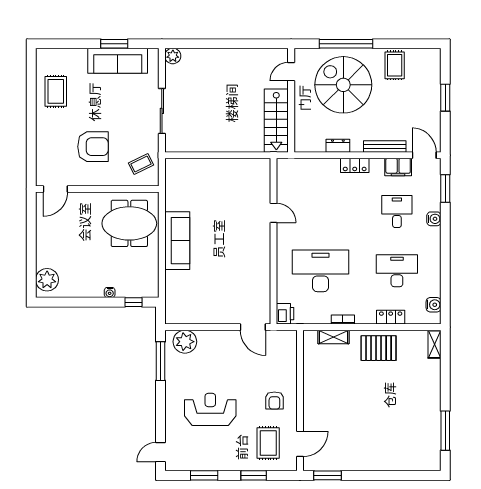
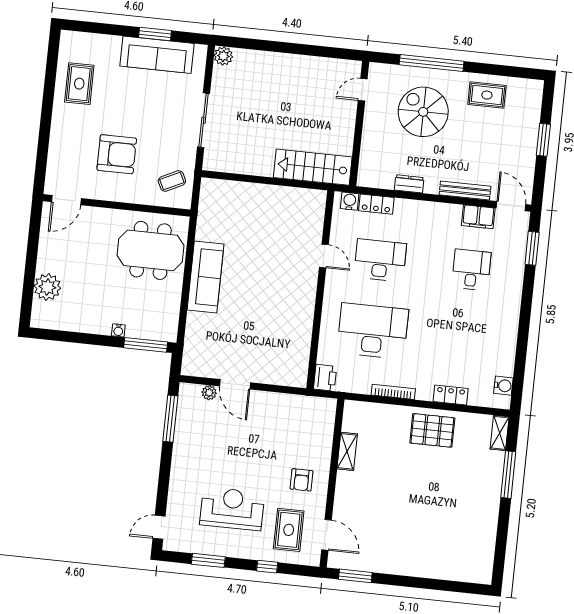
rug: (395, 65) -> (487, 95), turned 90
spiral stairs: (343, 85) -> (423, 112), width x0.73, depth x0.73
stairs: (276, 121) -> (313, 167), moved, turned 90
locker: (355, 165) -> (376, 204), moved
water cooler: (434, 219) -> (350, 201), moved, turned -90
desk: (397, 271) -> (380, 260), moved
plant: (47, 280) -> (47, 287), moved
window: (134, 302) -> (146, 345), width x2.17
bookcase: (343, 320) -> (393, 392), width x1.56
door: (253, 327) -> (235, 384), moved
shelving: (334, 337) -> (347, 451), moved, turned 90
plant: (185, 342) -> (209, 393), width x0.53, depth x0.53
reception desk: (210, 409) -> (232, 509), moved
window: (445, 431) -> (508, 475), moved
door: (300, 444) -> (326, 535), hinge flipped
window: (254, 475) -> (267, 567), width x0.67

